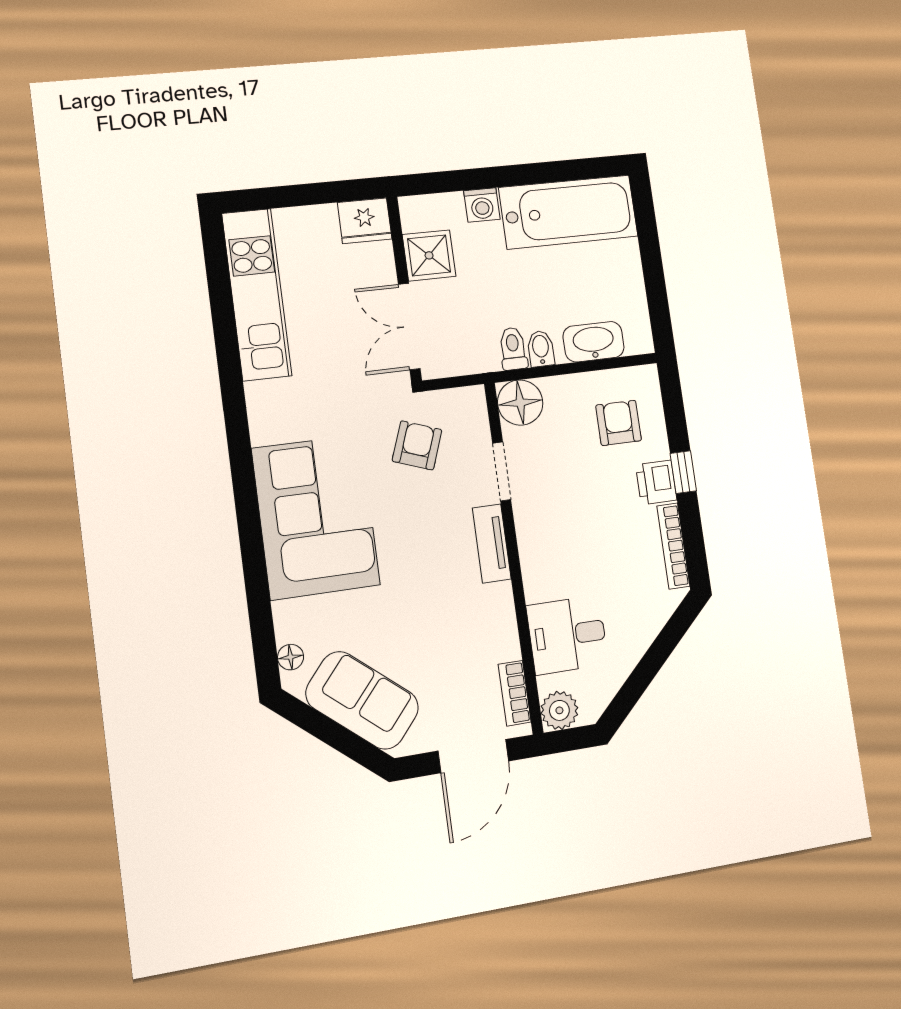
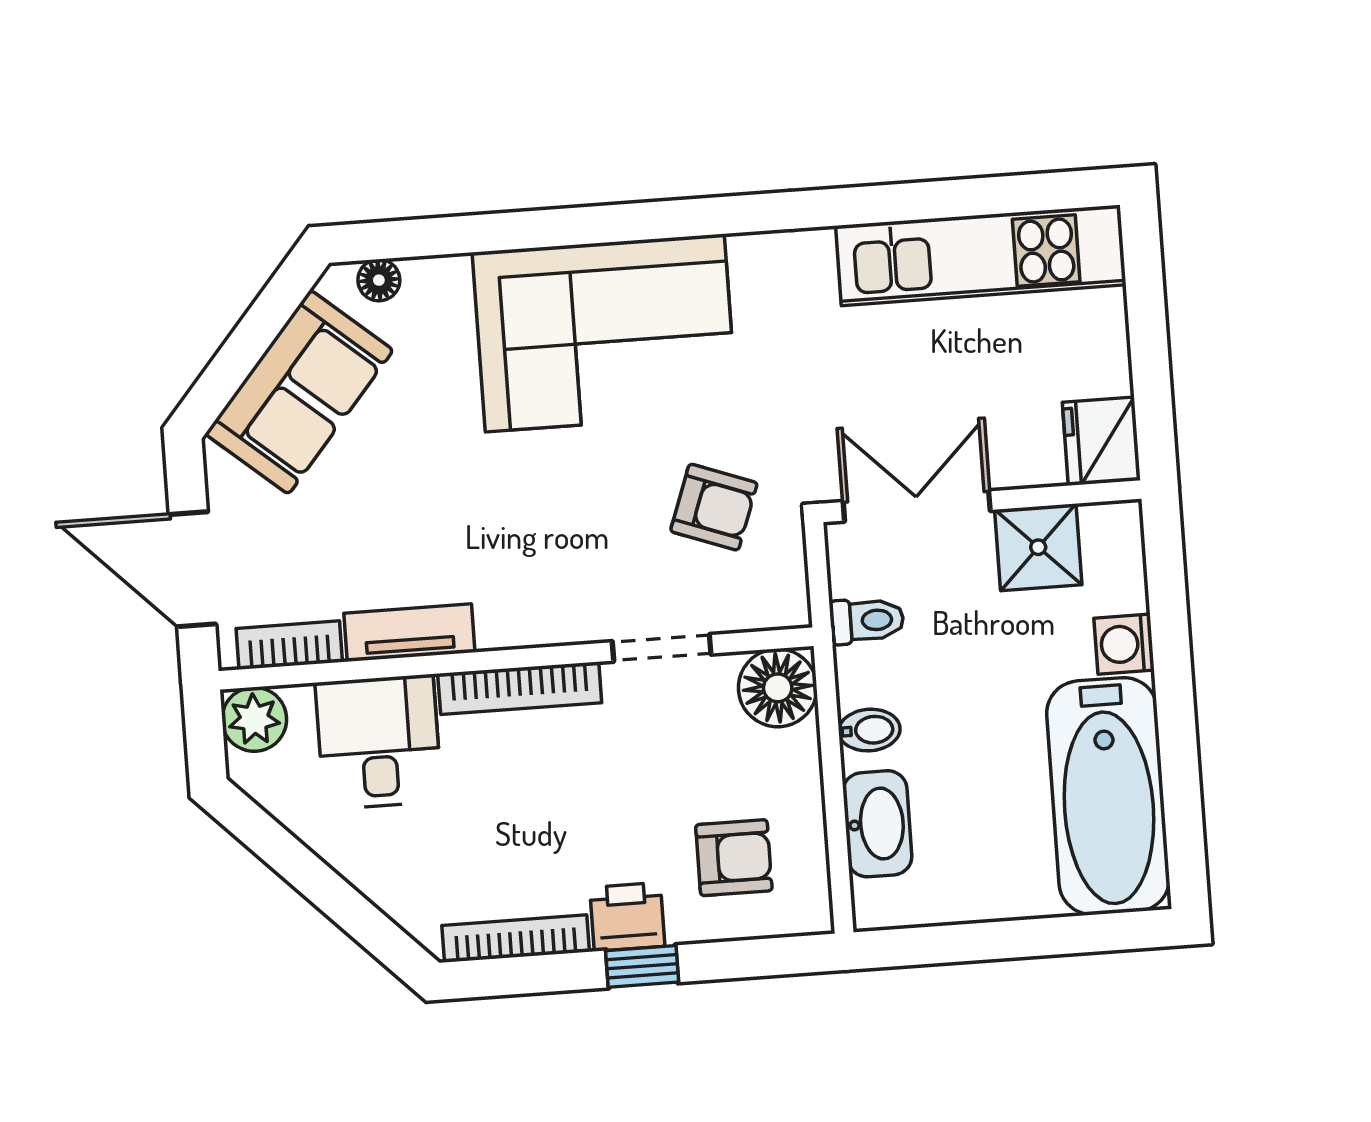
toilet: (513, 349) -> (867, 621), moved
tv unit: (492, 543) -> (409, 633), moved
bookcase: (531, 554) -> (520, 688), added

